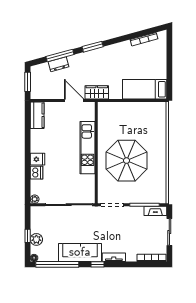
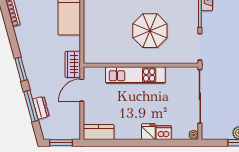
parasol: (127, 161) -> (150, 31), width x0.73, depth x0.73

